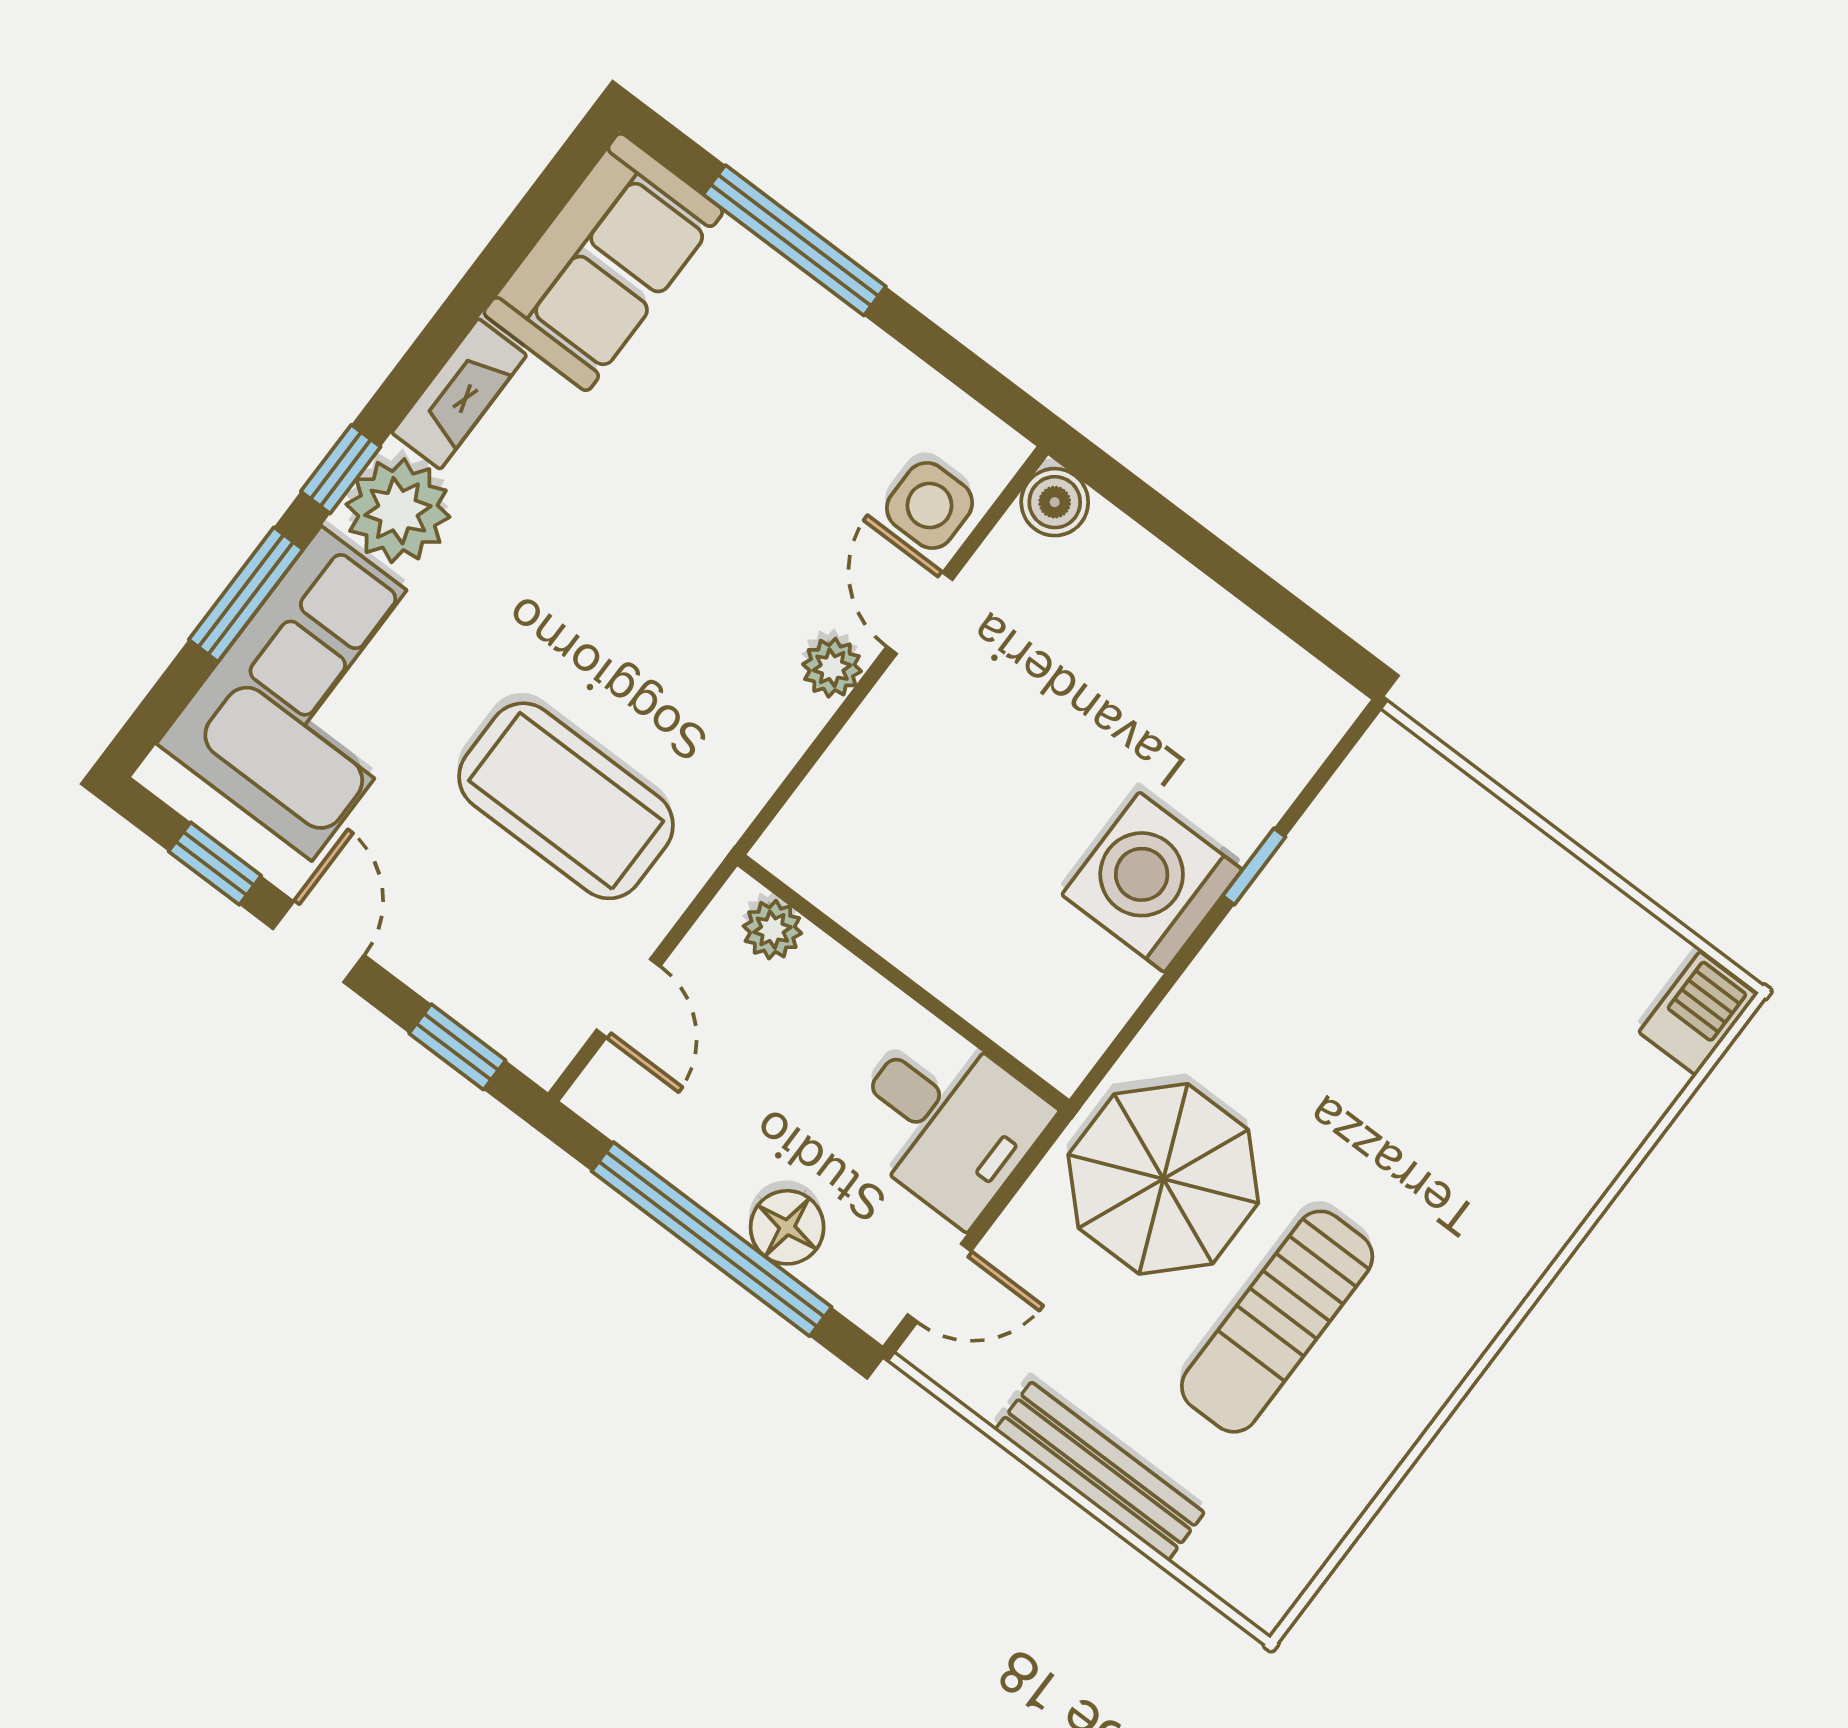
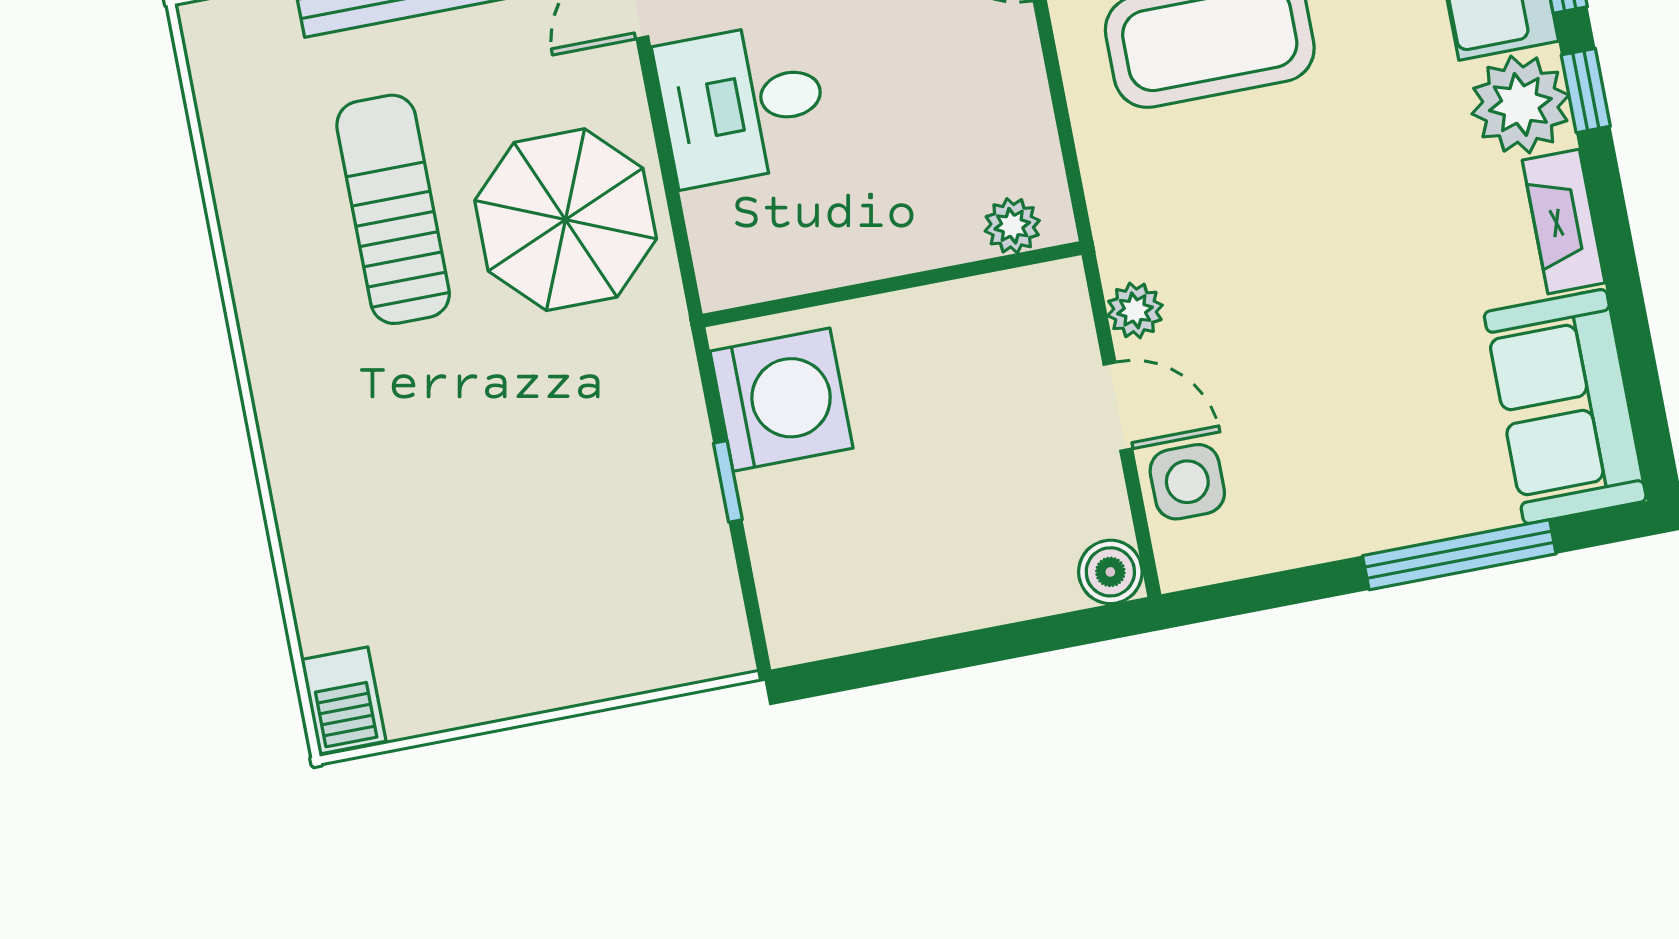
plant: (772, 930) -> (1012, 226), moved
wall: (903, 983) -> (892, 284), moved

